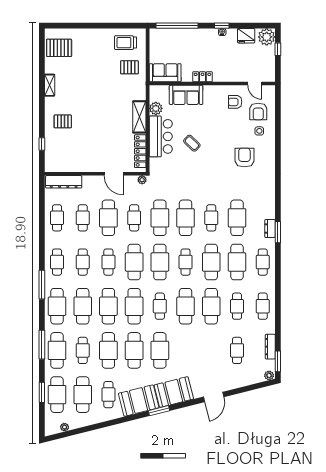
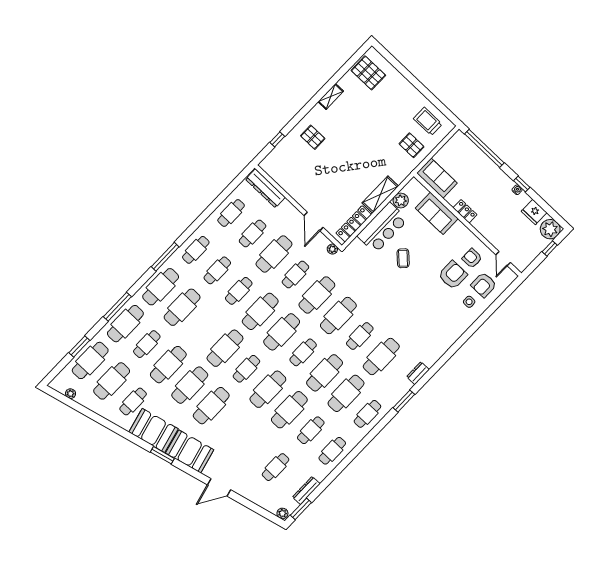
armchair: (244, 157) -> (453, 275), moved
dresser: (270, 229) -> (418, 373), moved
cafe table: (108, 306) -> (204, 328), removed

